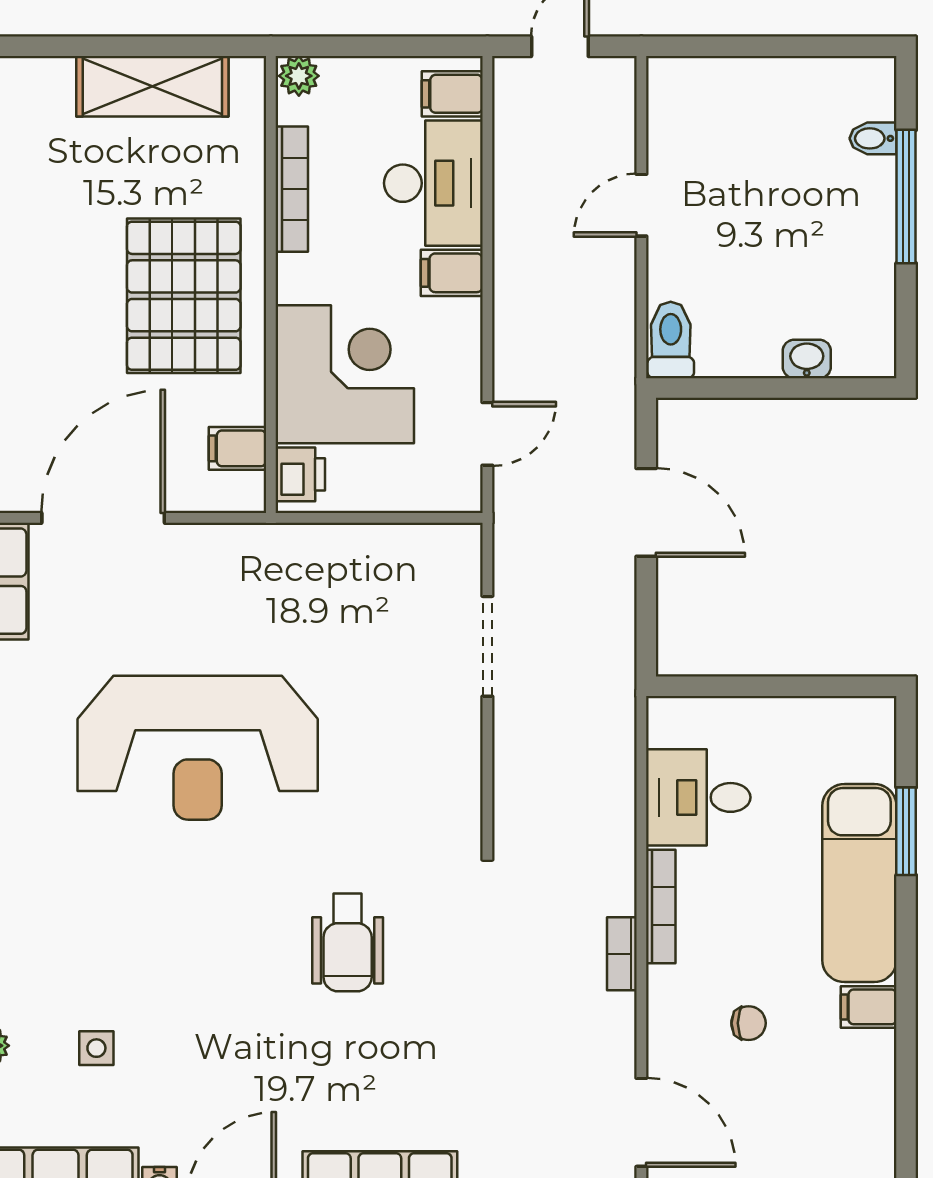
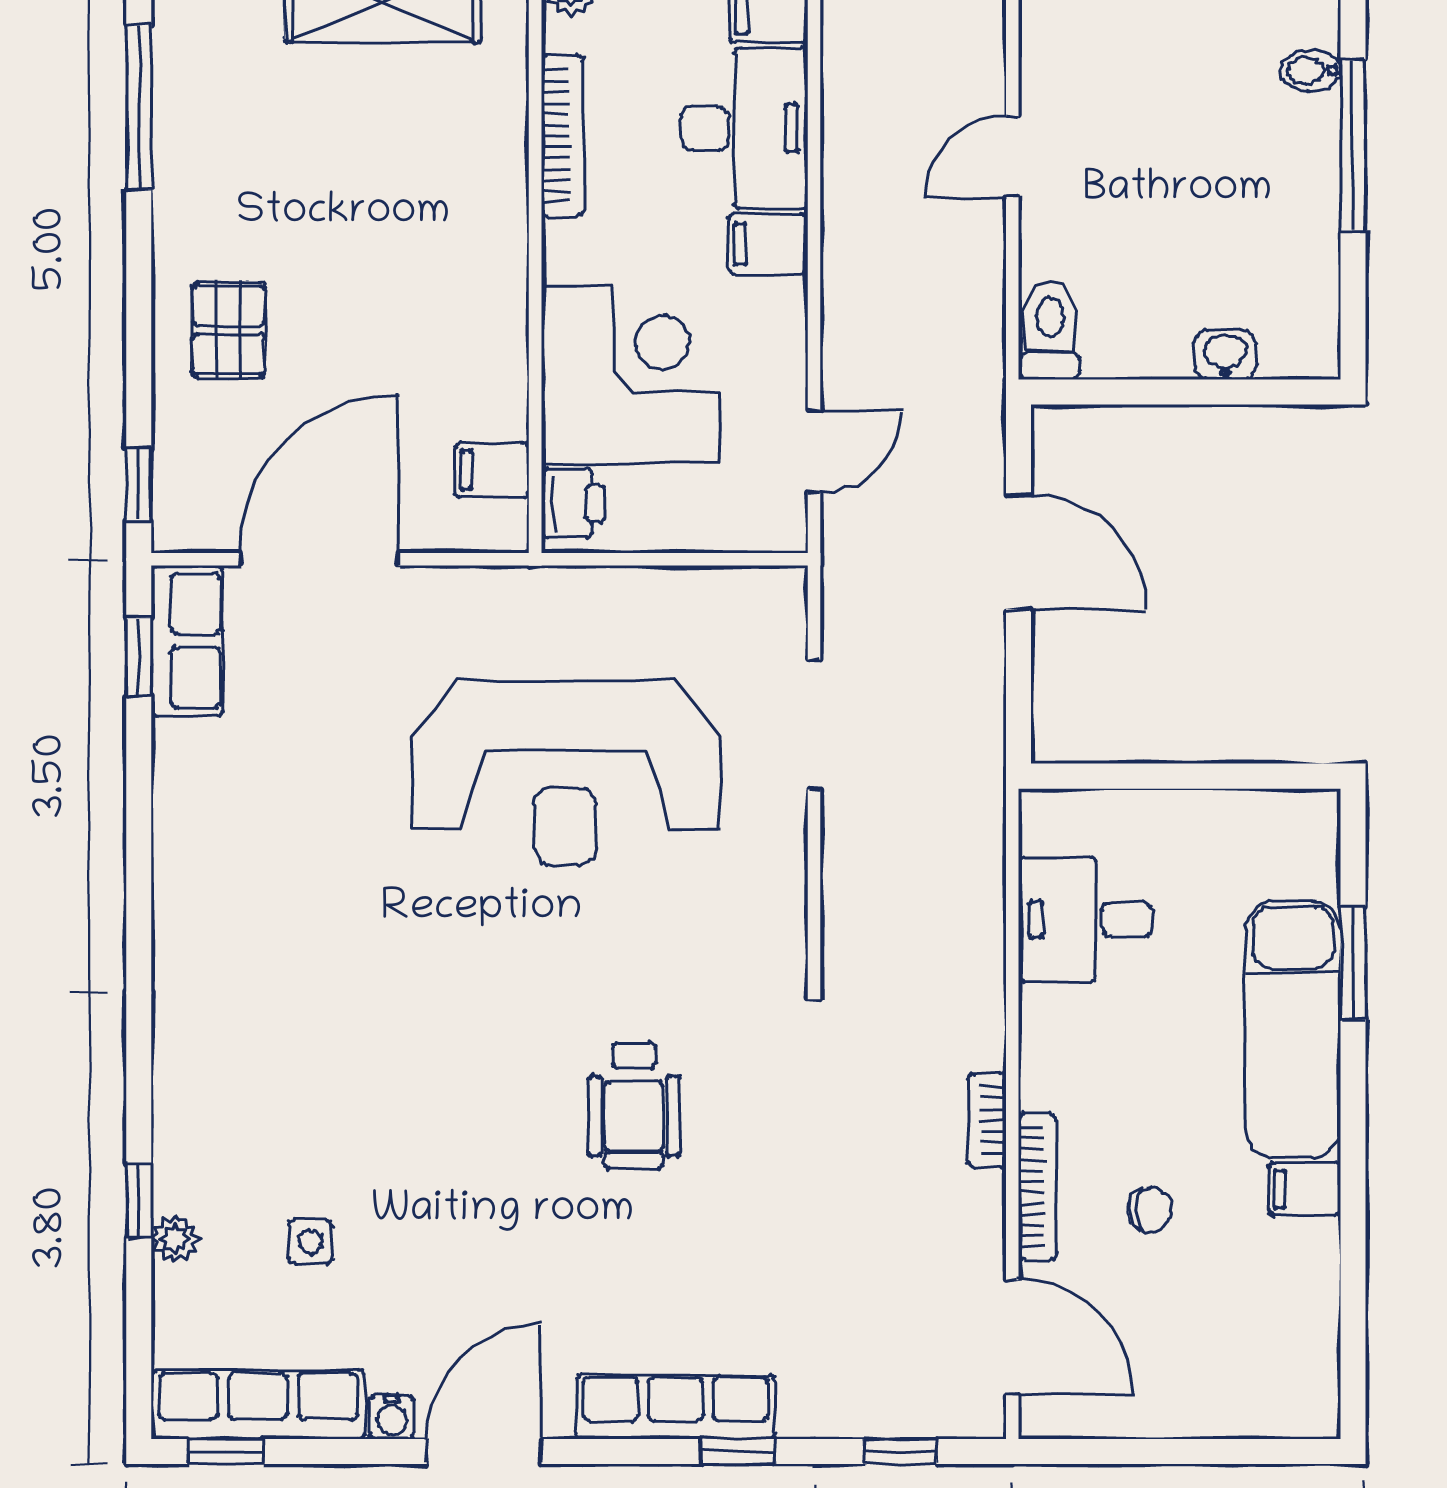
pallet: (184, 296) -> (228, 330), moved, width x0.49, depth x0.50
reception desk: (198, 748) -> (566, 773), moved
bookcase: (661, 906) -> (1037, 1187), moved

